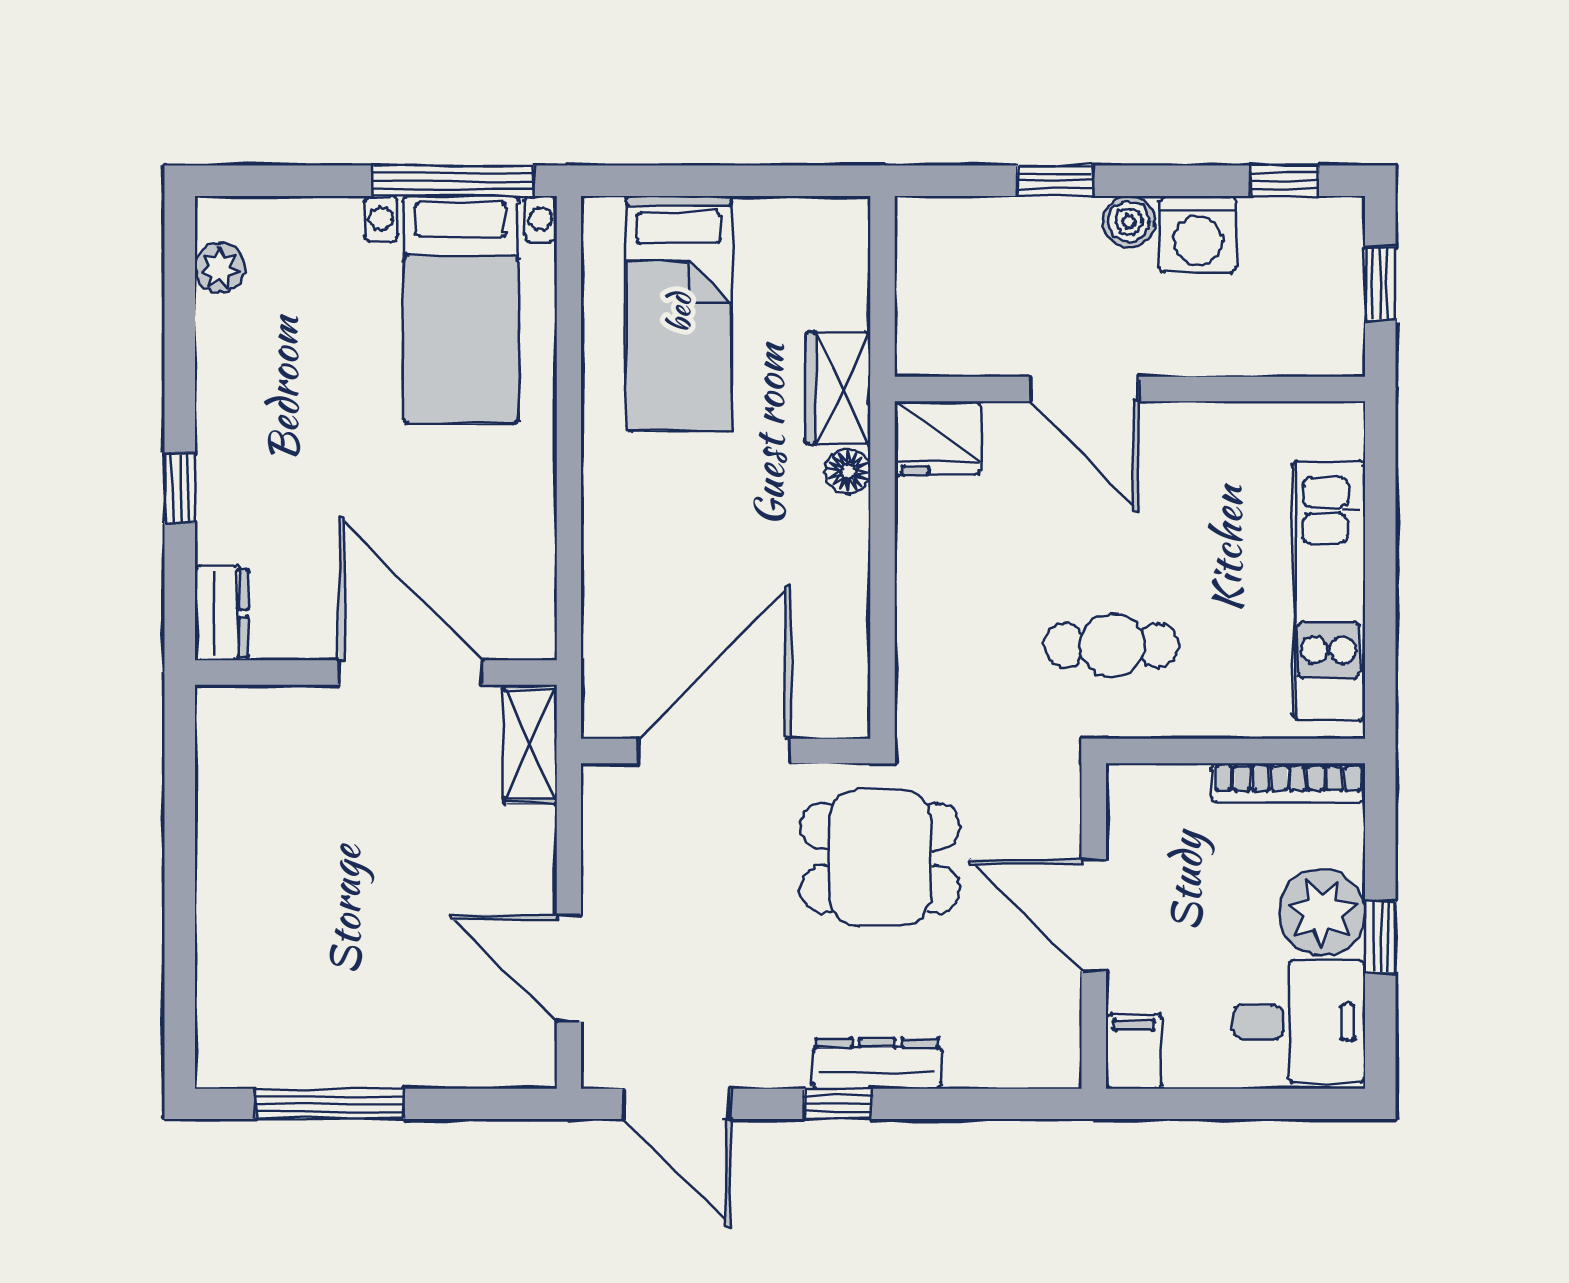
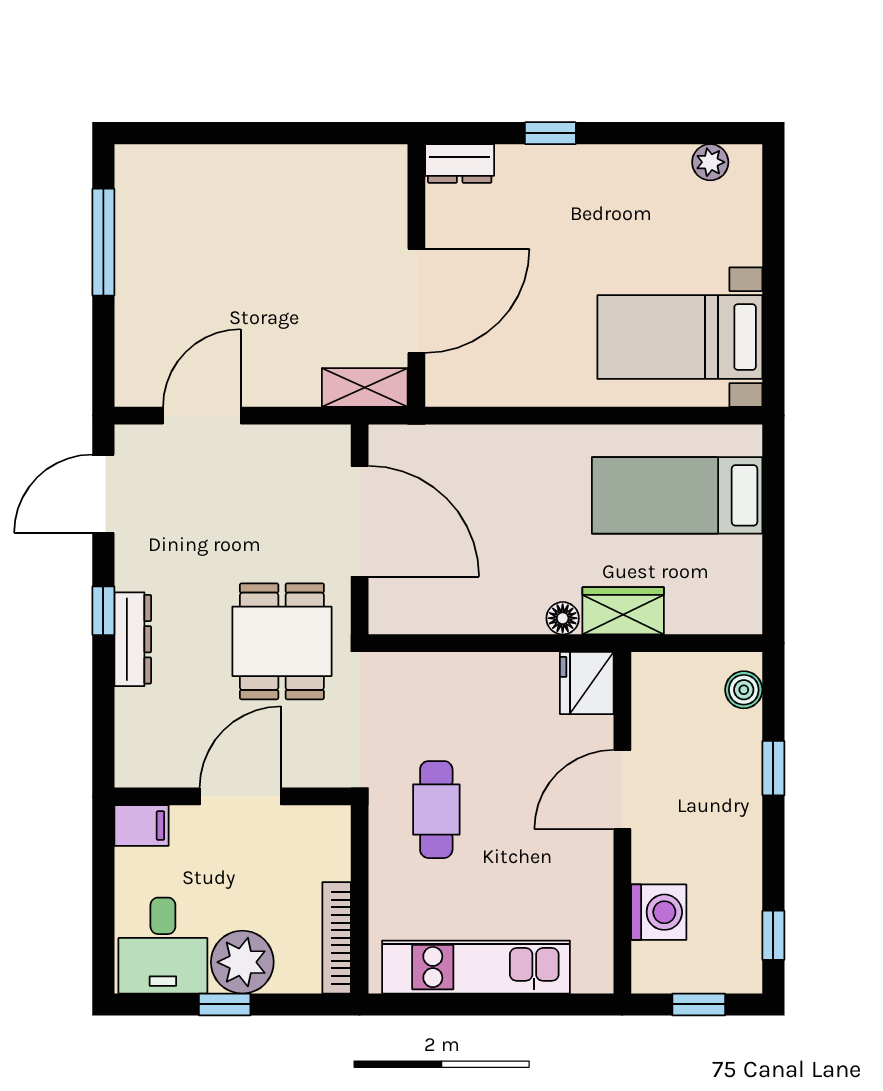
window: (453, 181) -> (773, 332), removed
boiler: (1129, 222) -> (744, 690), moved
washing machine: (1198, 234) -> (659, 912), moved, turned 180

